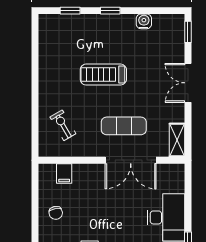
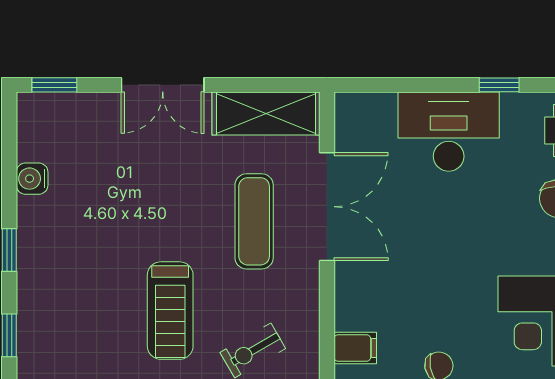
treadmill: (103, 75) -> (170, 311), moved
shelving: (177, 140) -> (266, 114), width x1.50, depth x1.33

